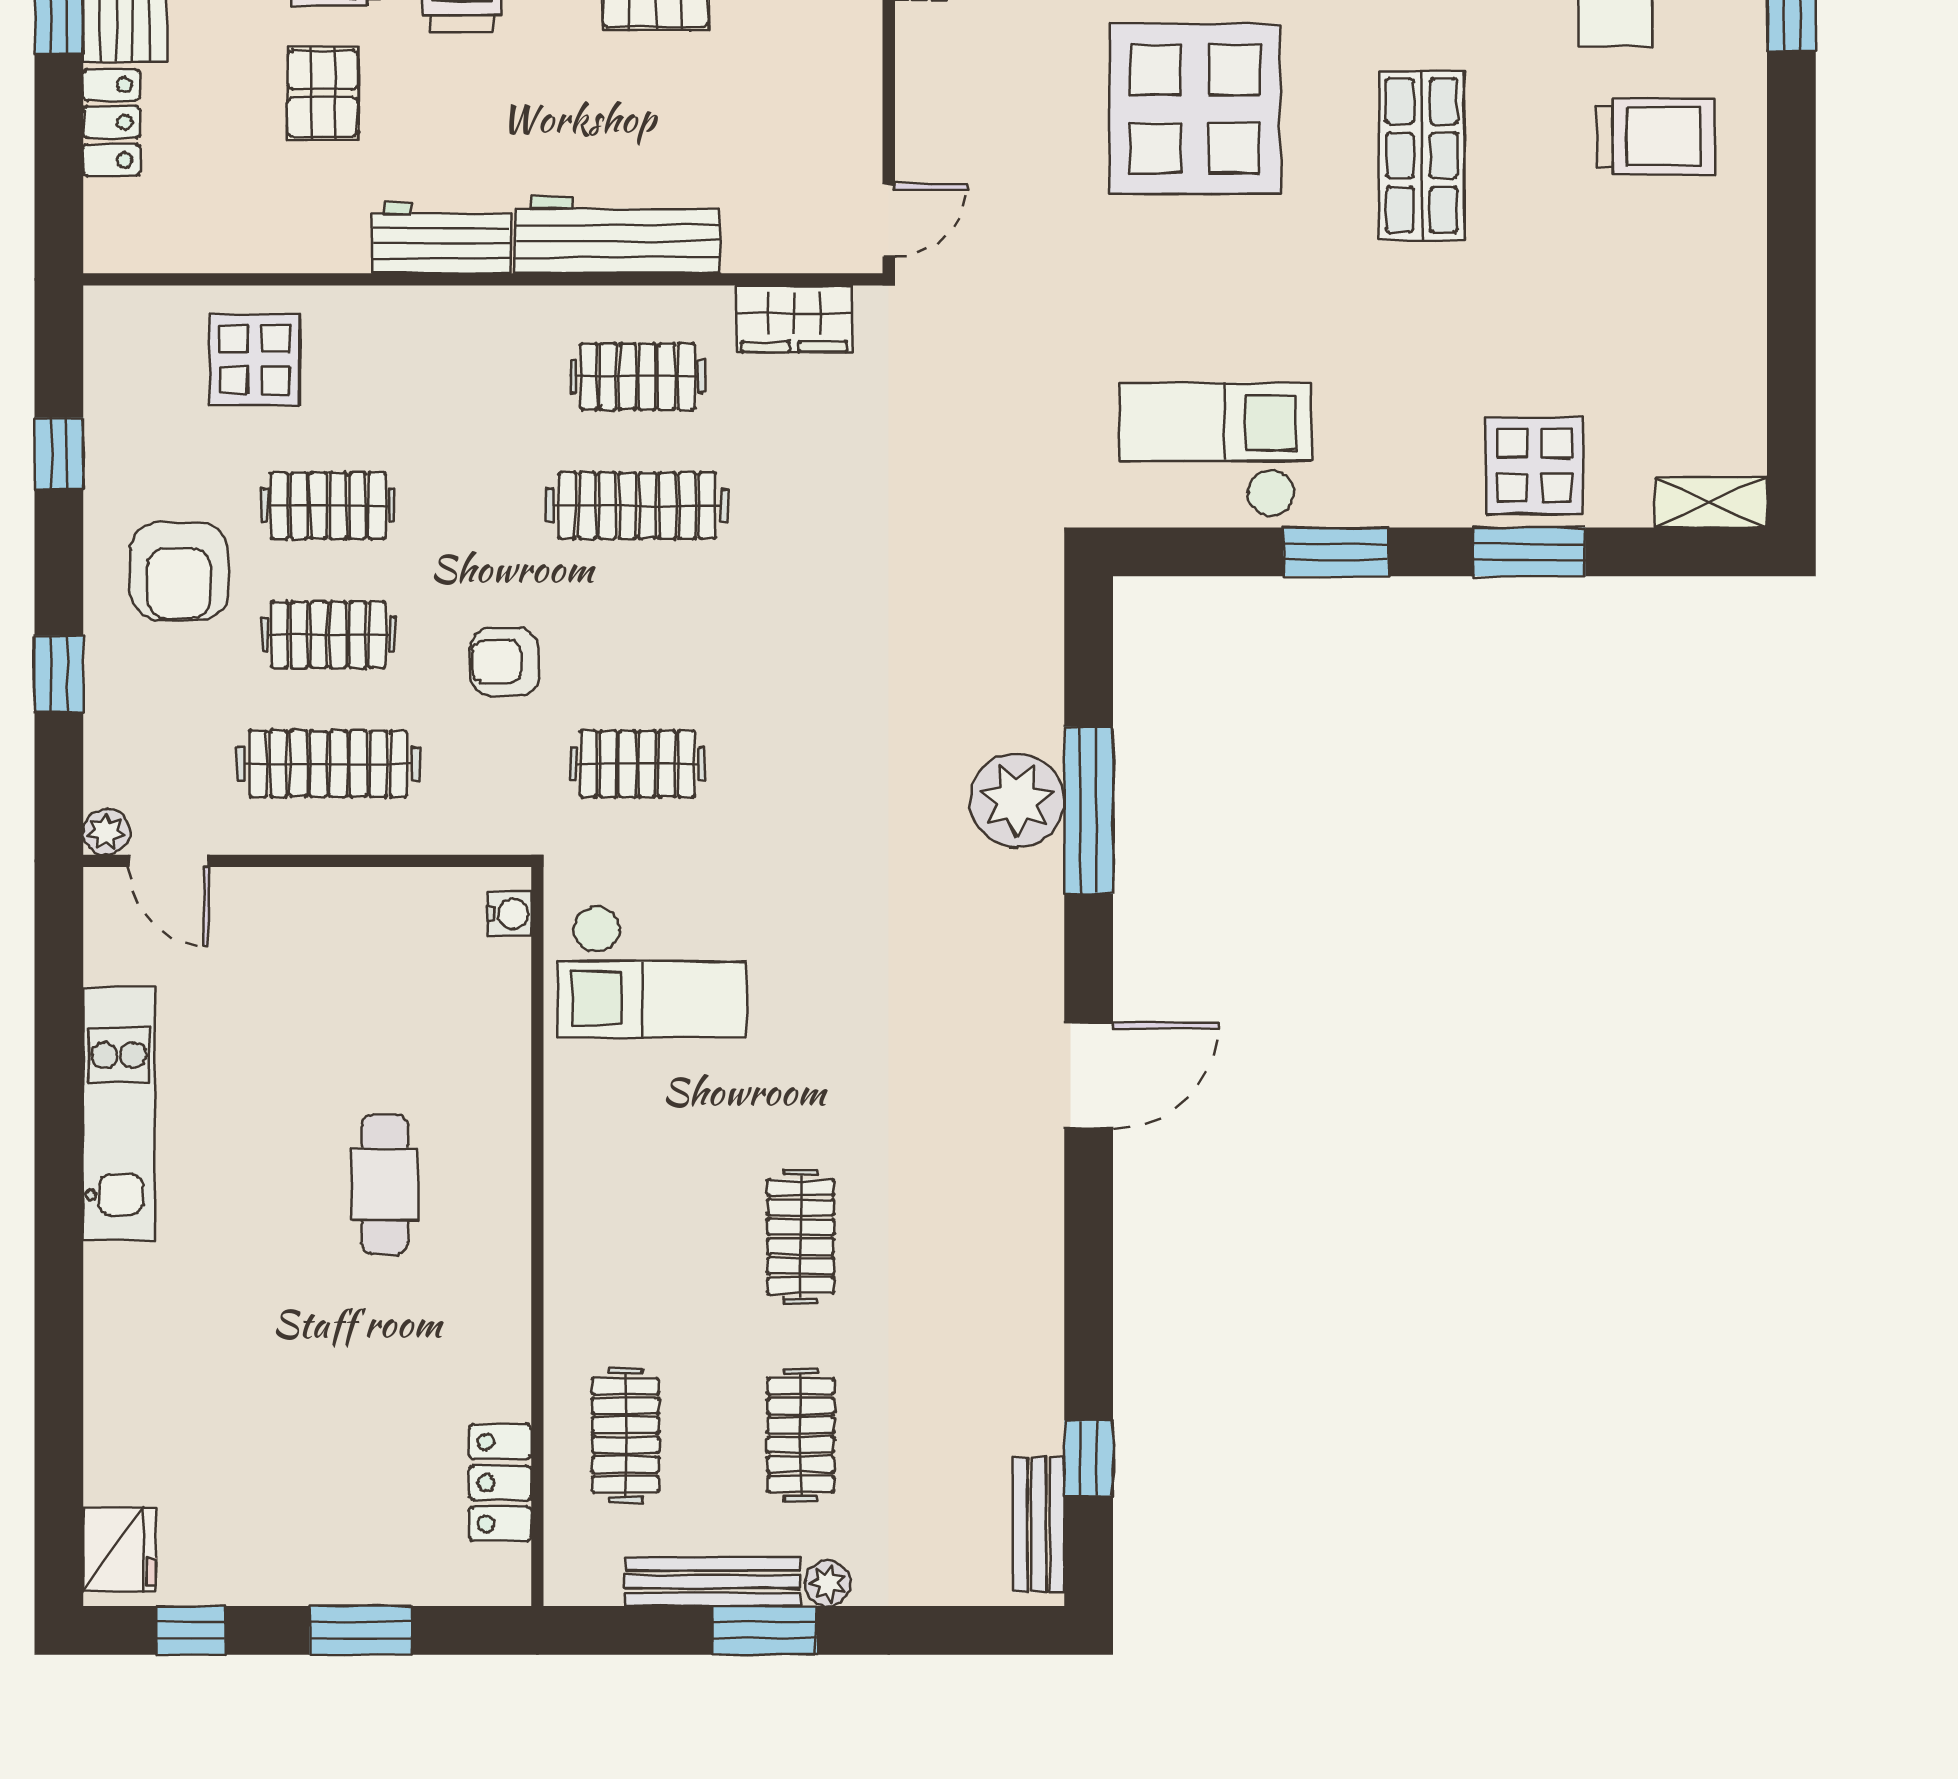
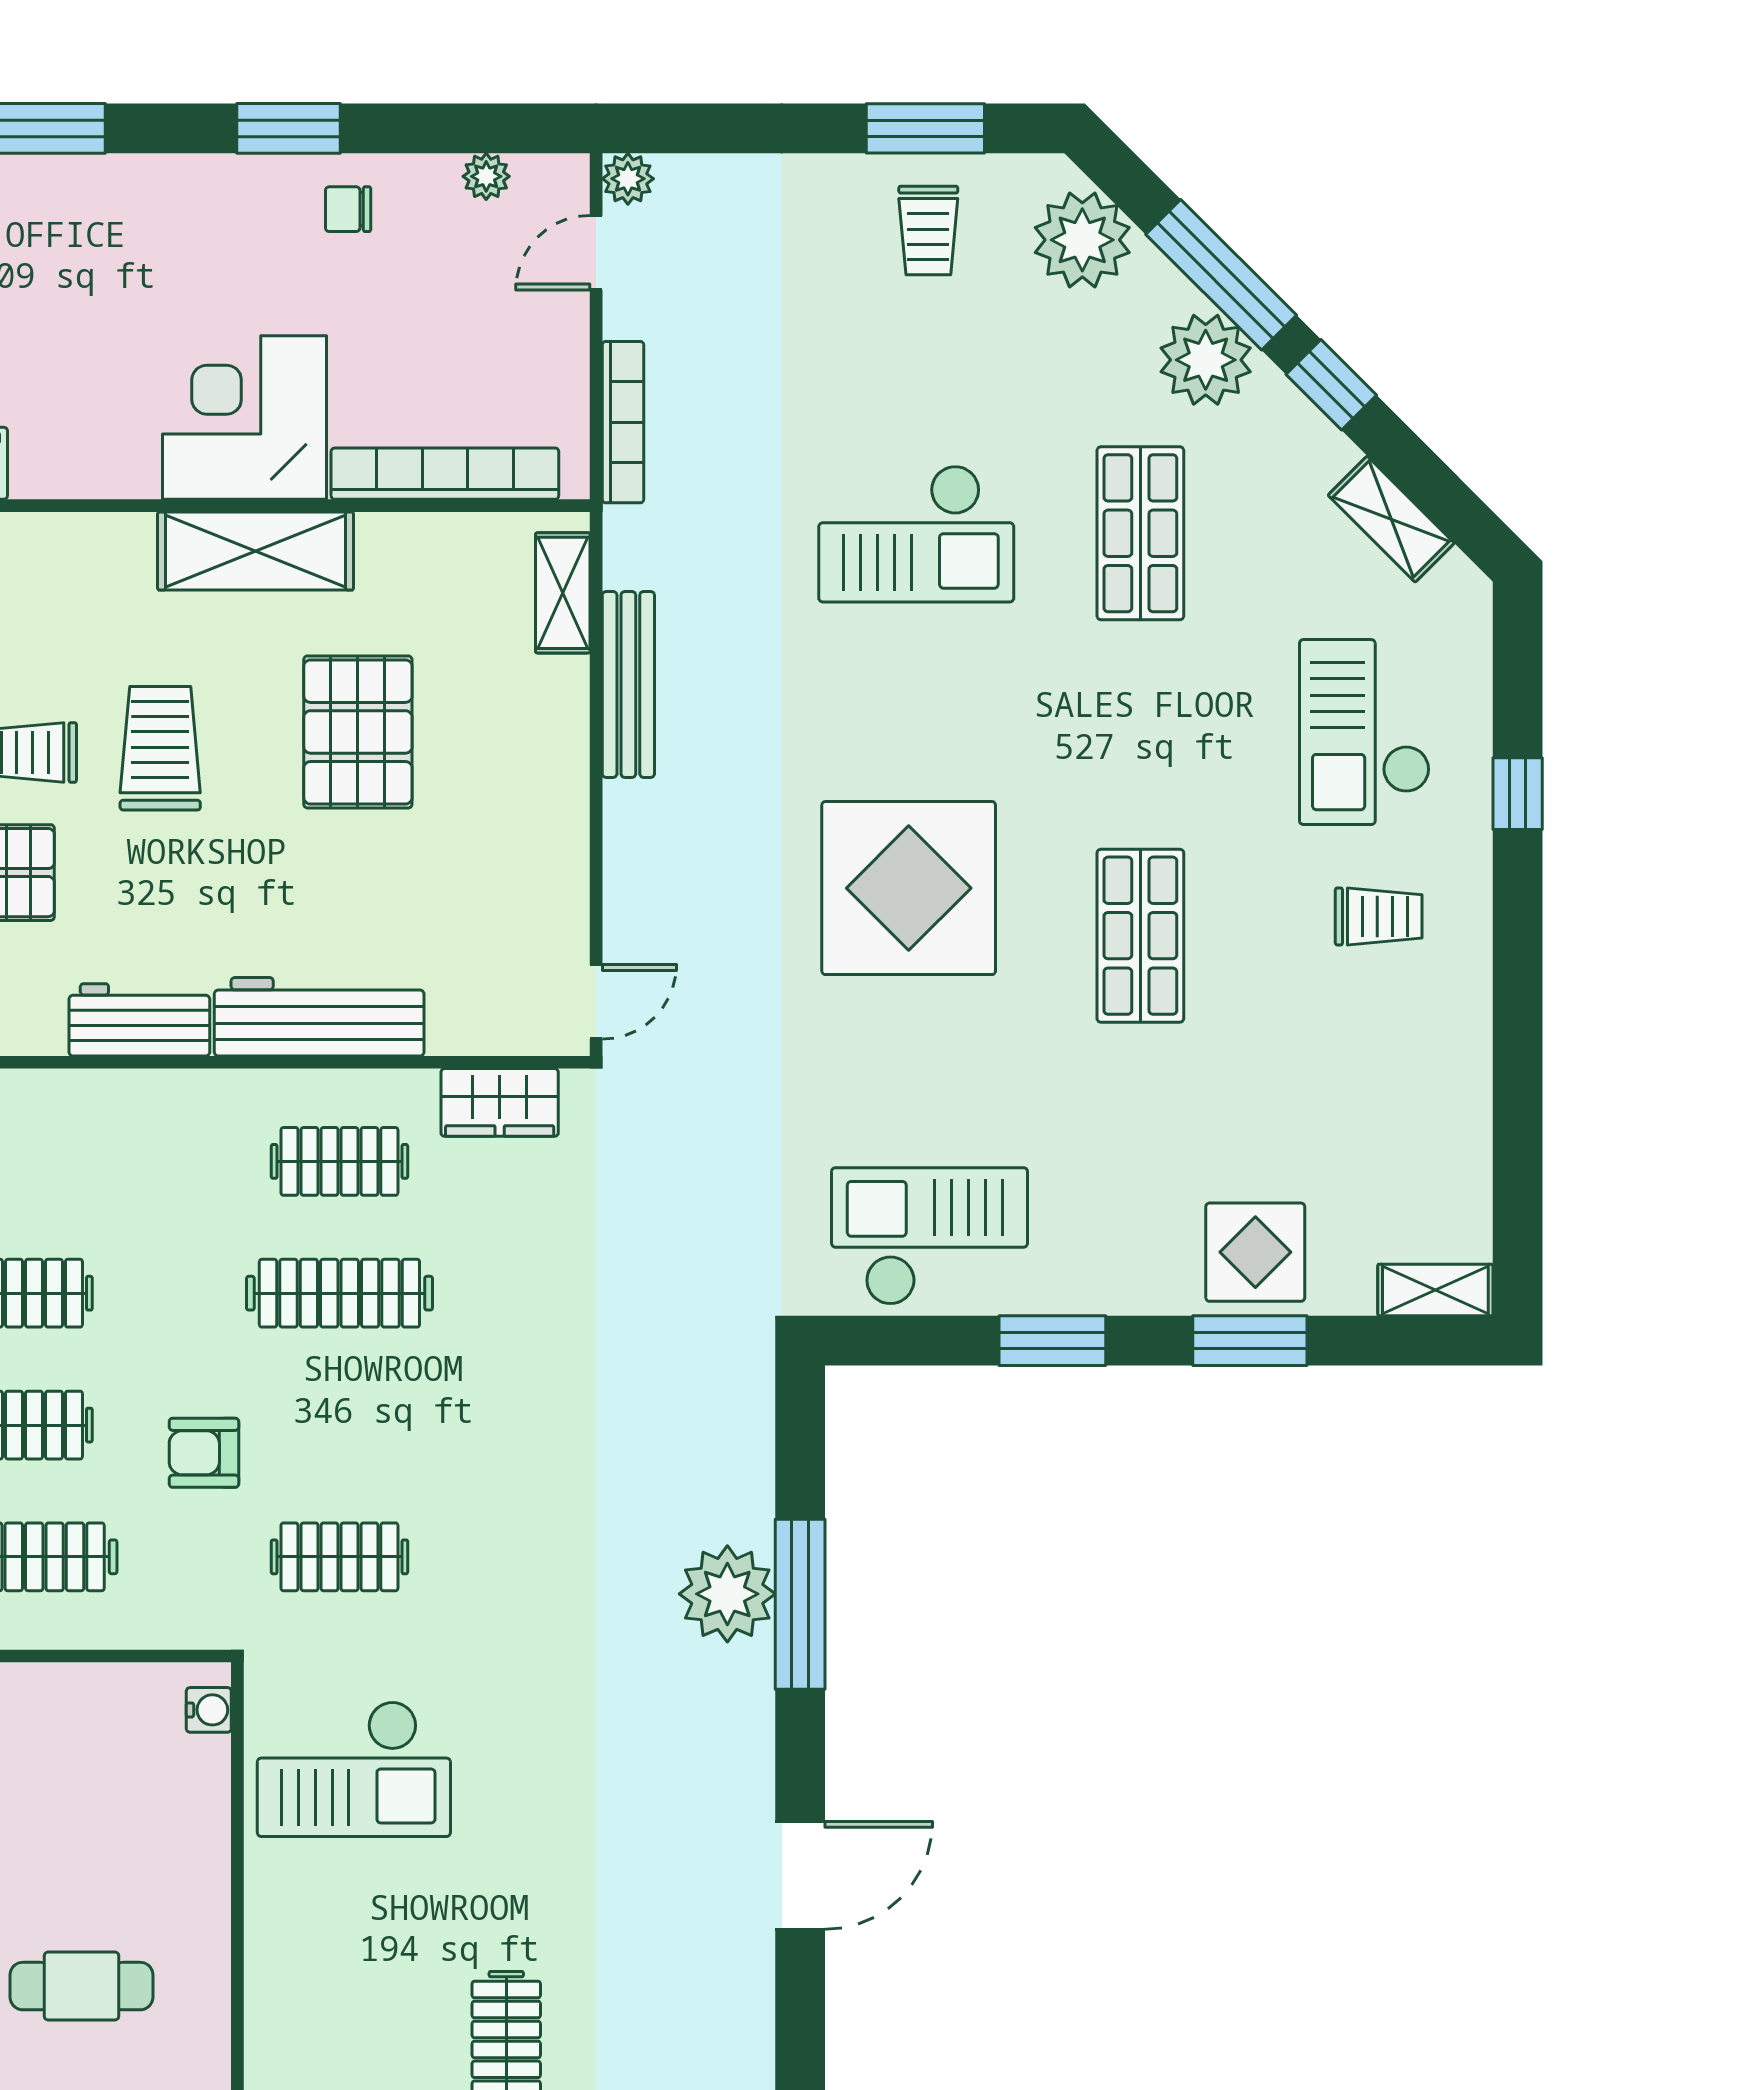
trolley: (1655, 137) -> (1379, 916), width x0.73, depth x0.72
cafe table: (385, 1184) -> (82, 1986), turned 90

